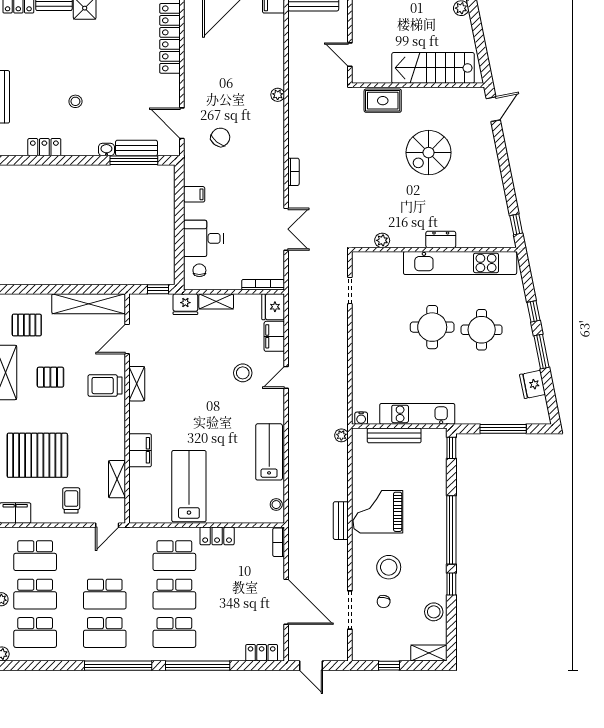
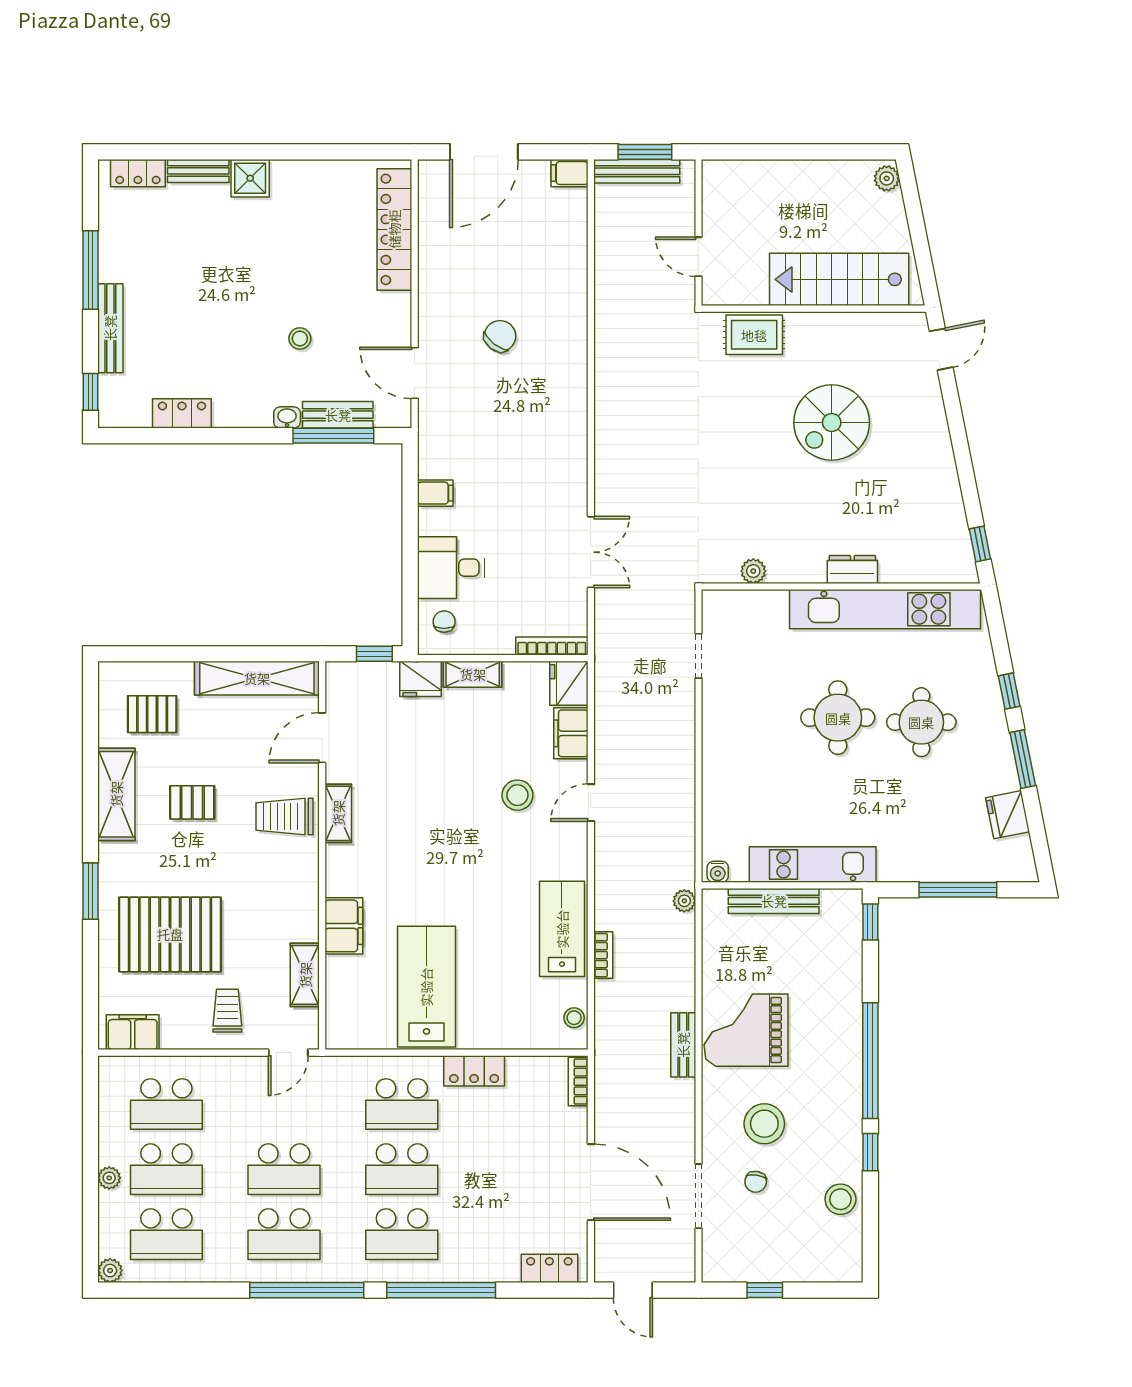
plant: (278, 95) -> (577, 325), removed
stool: (75, 101) -> (300, 339), moved
chair: (220, 137) -> (500, 336), moved
bookcase: (293, 172) -> (603, 955), moved
shelving: (429, 653) -> (832, 1269), removed

